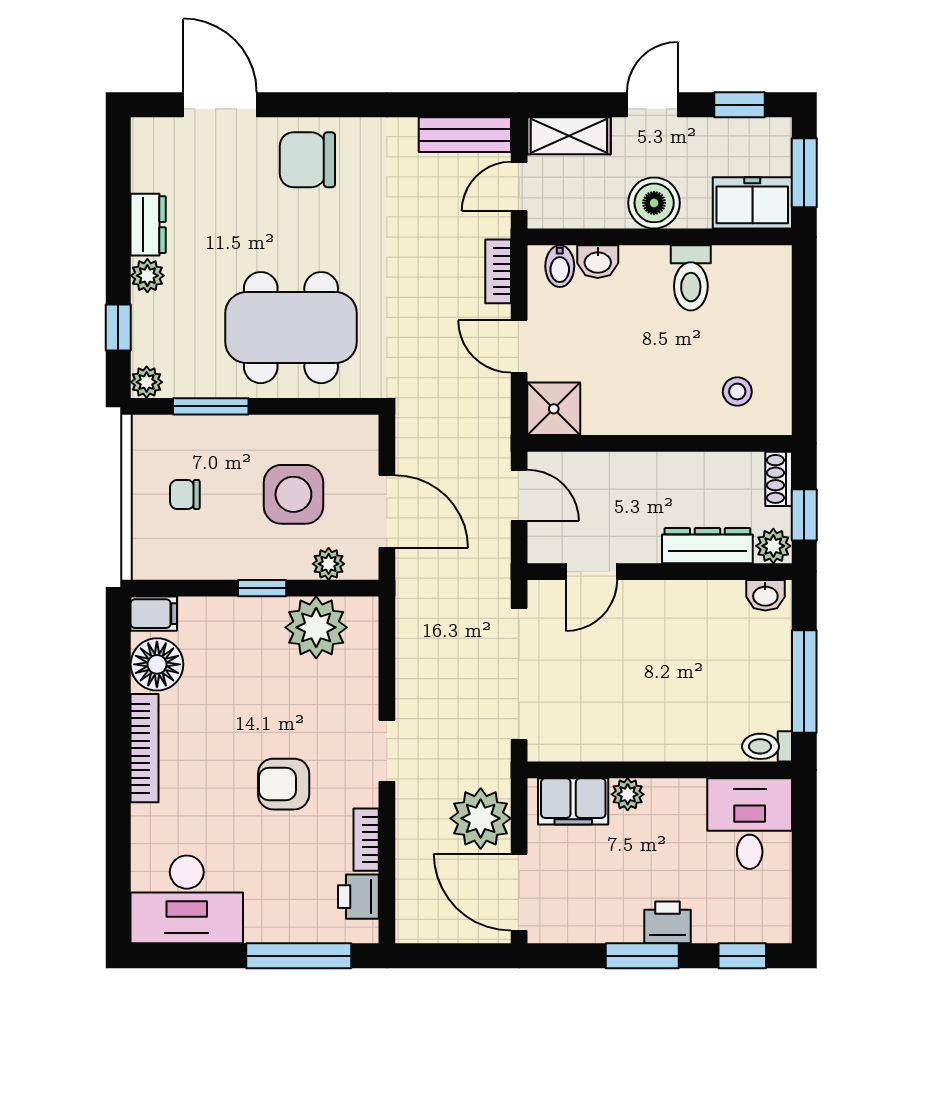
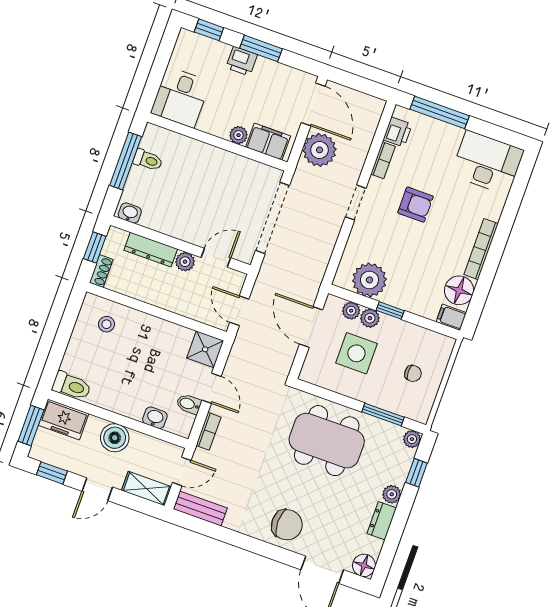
floor lamp: (151, 138) -> (364, 565), added
bidet: (560, 266) -> (189, 404), moved, turned -90
toilet: (691, 278) -> (72, 386), moved, turned 90
plant: (773, 546) -> (185, 262), moved
plant: (292, 563) -> (370, 318), added
toilet: (767, 746) -> (148, 160), moved

